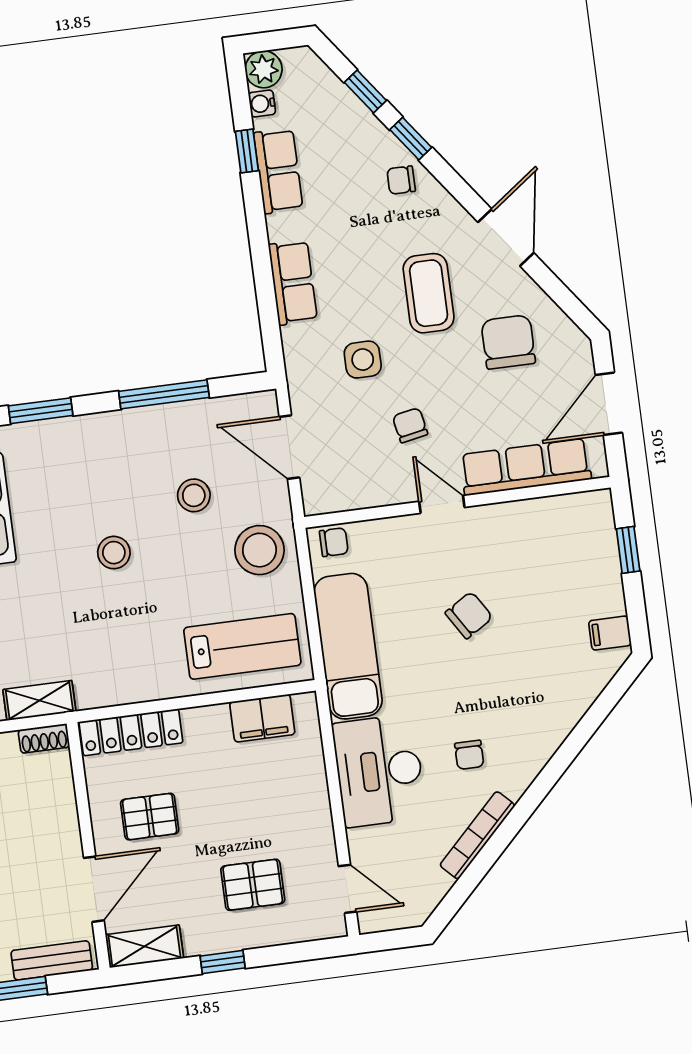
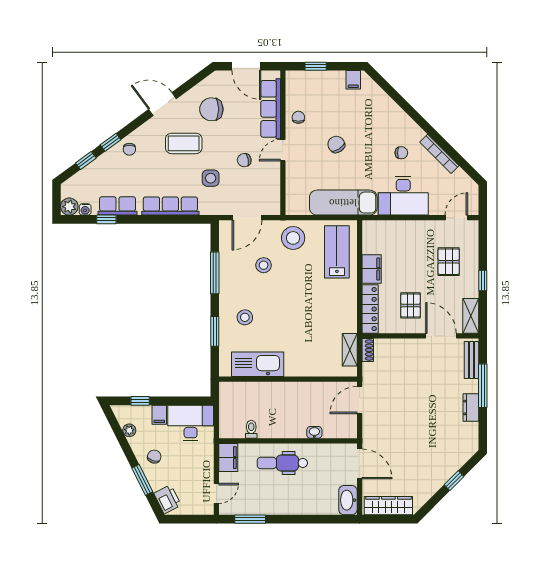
row of seats: (293, 282) -> (170, 206), width x1.48
chair: (334, 542) -> (298, 117), moved
stool: (114, 553) -> (245, 317), moved
filing cabinet: (262, 718) -> (372, 269), moved

